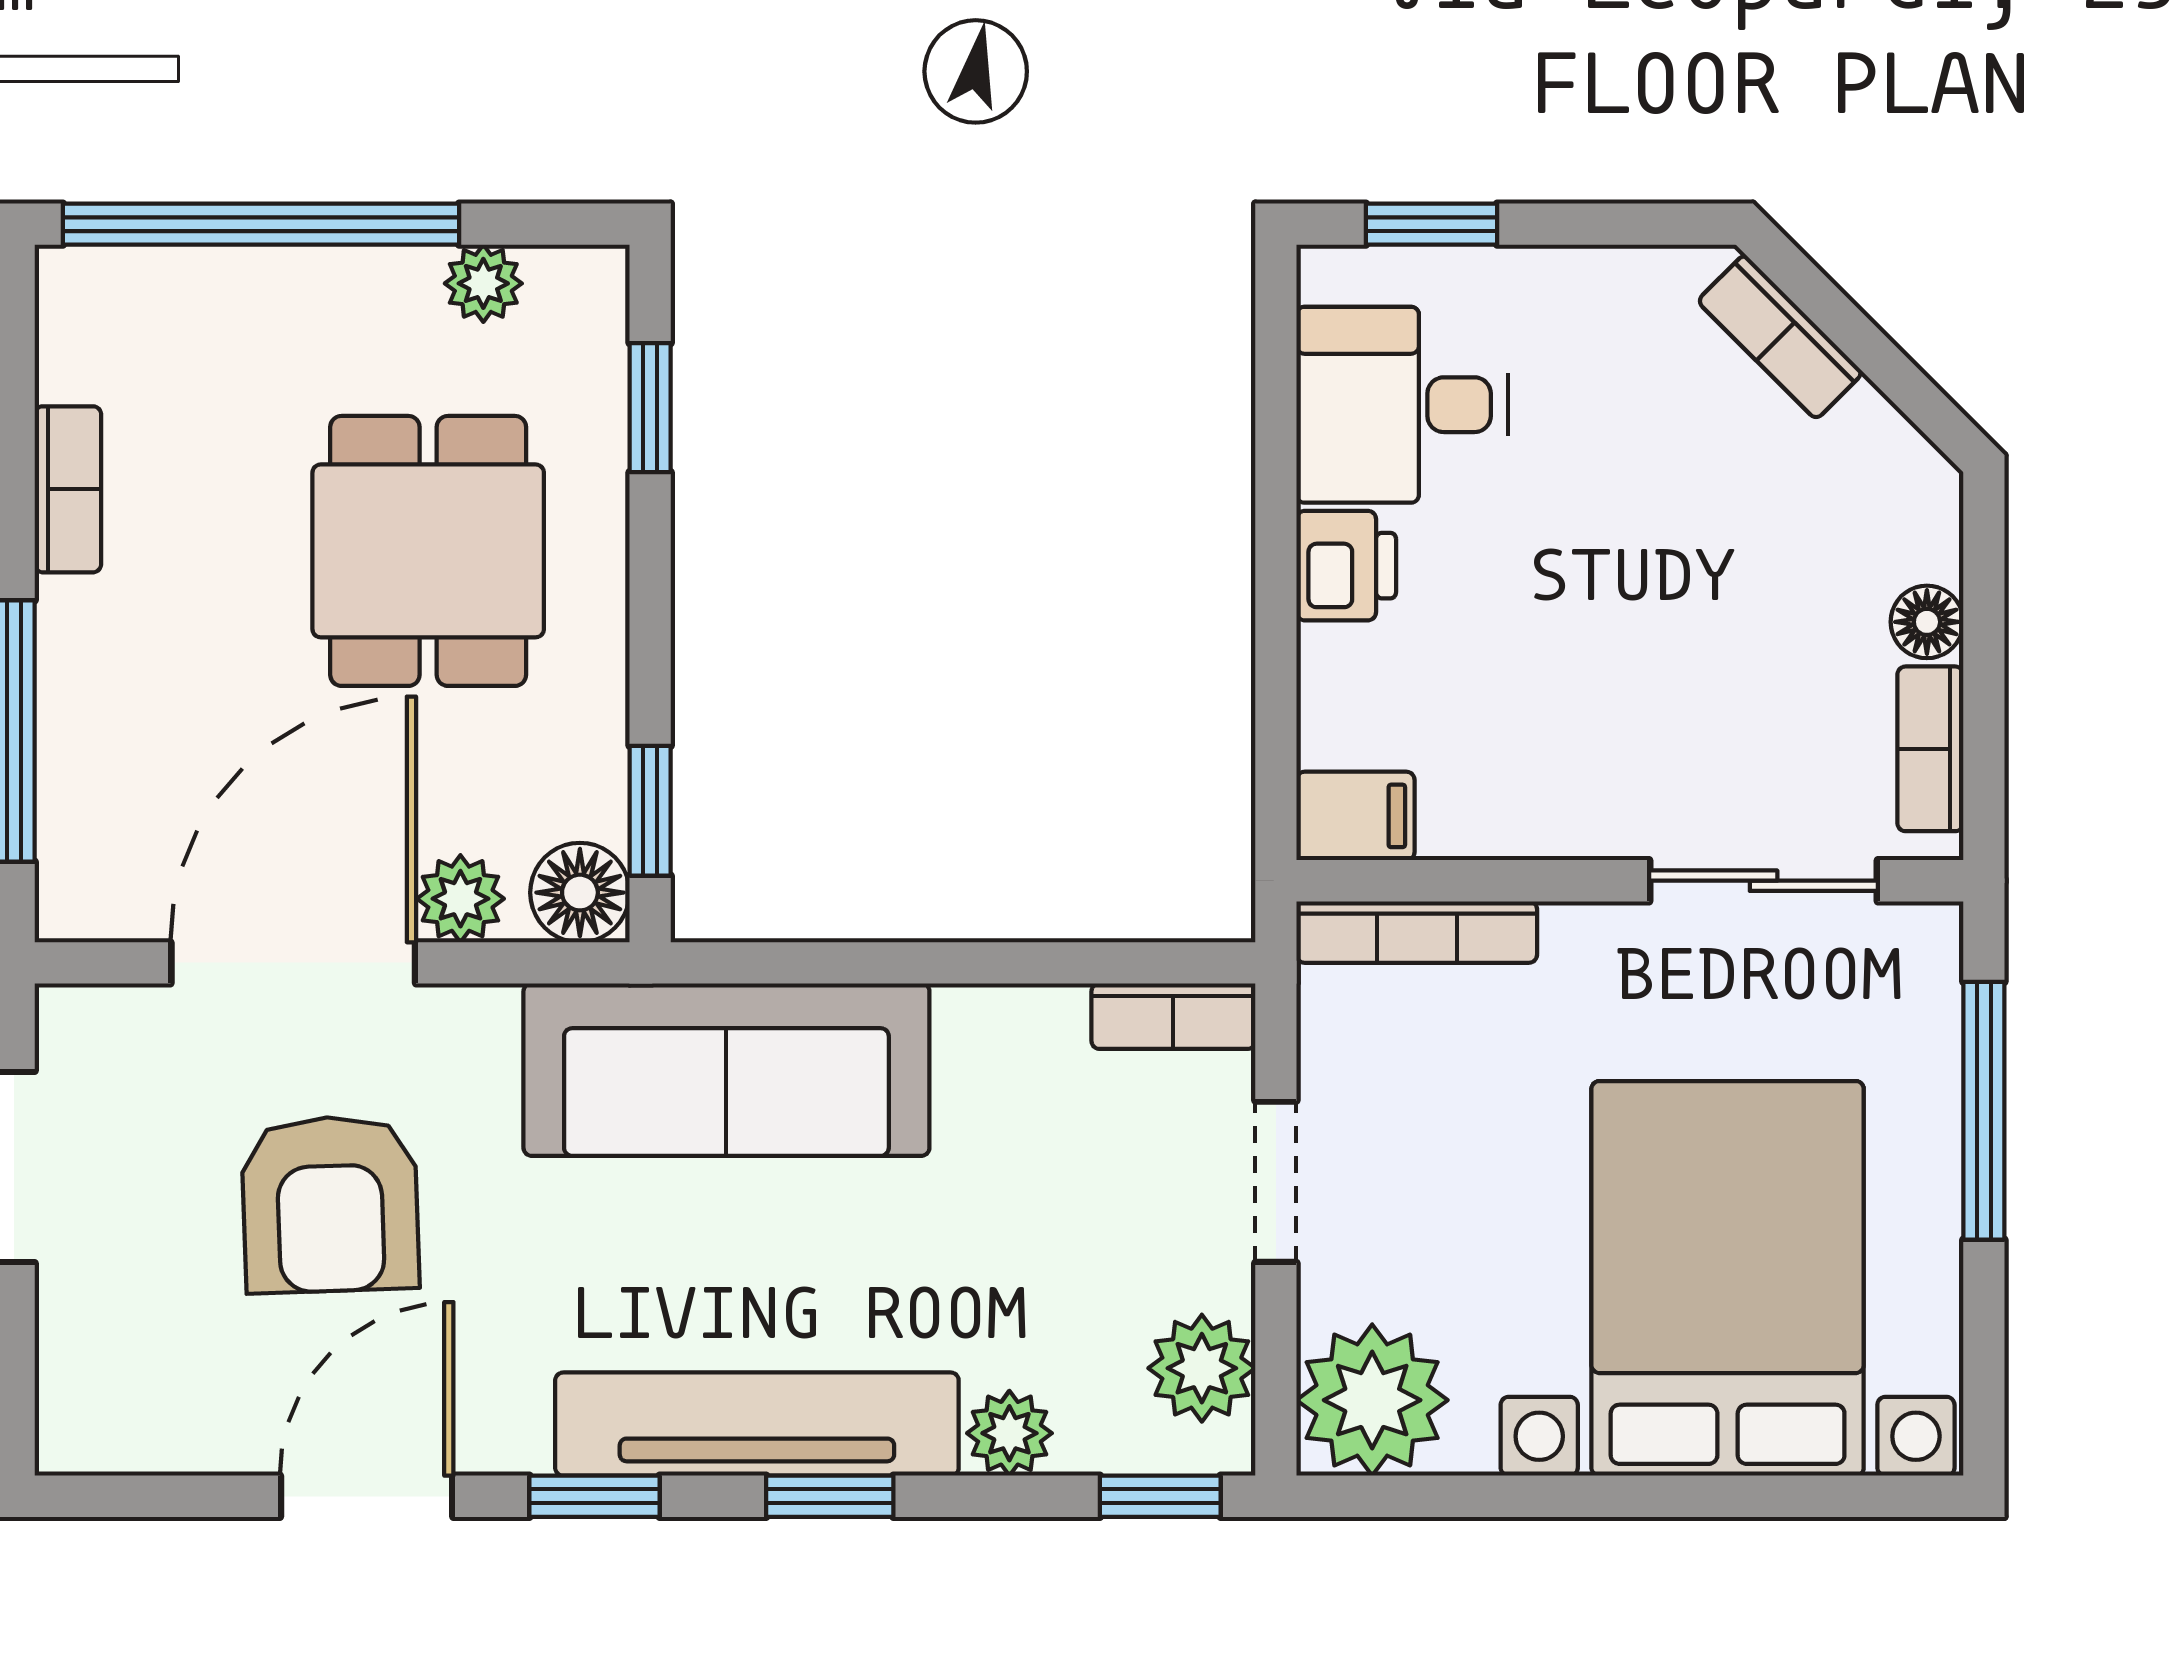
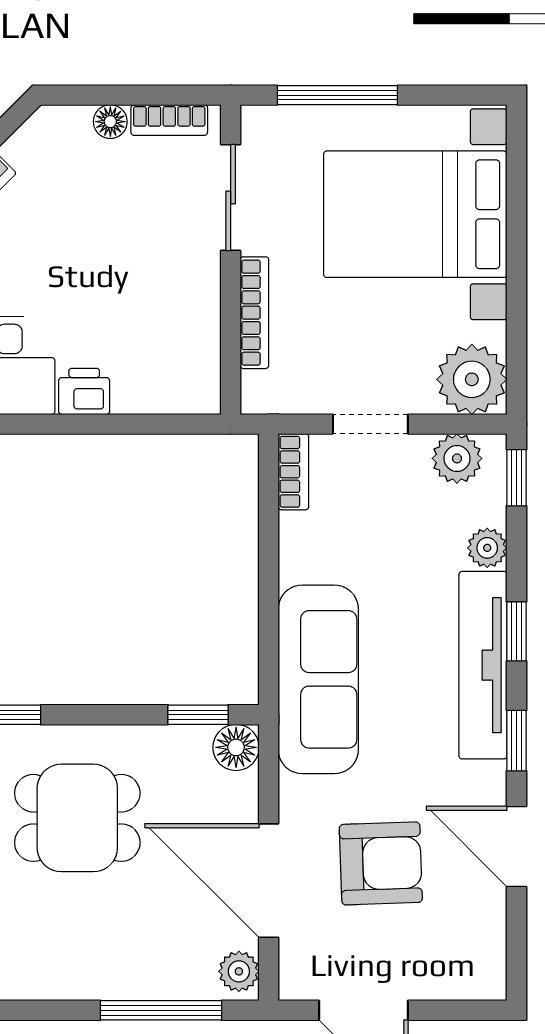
bookcase: (68, 489) -> (49, 985), removed
filing cabinet: (1355, 816) -> (200, 387), removed
plant: (460, 899) -> (239, 971), moved
bookcase: (1417, 932) -> (254, 313), moved

